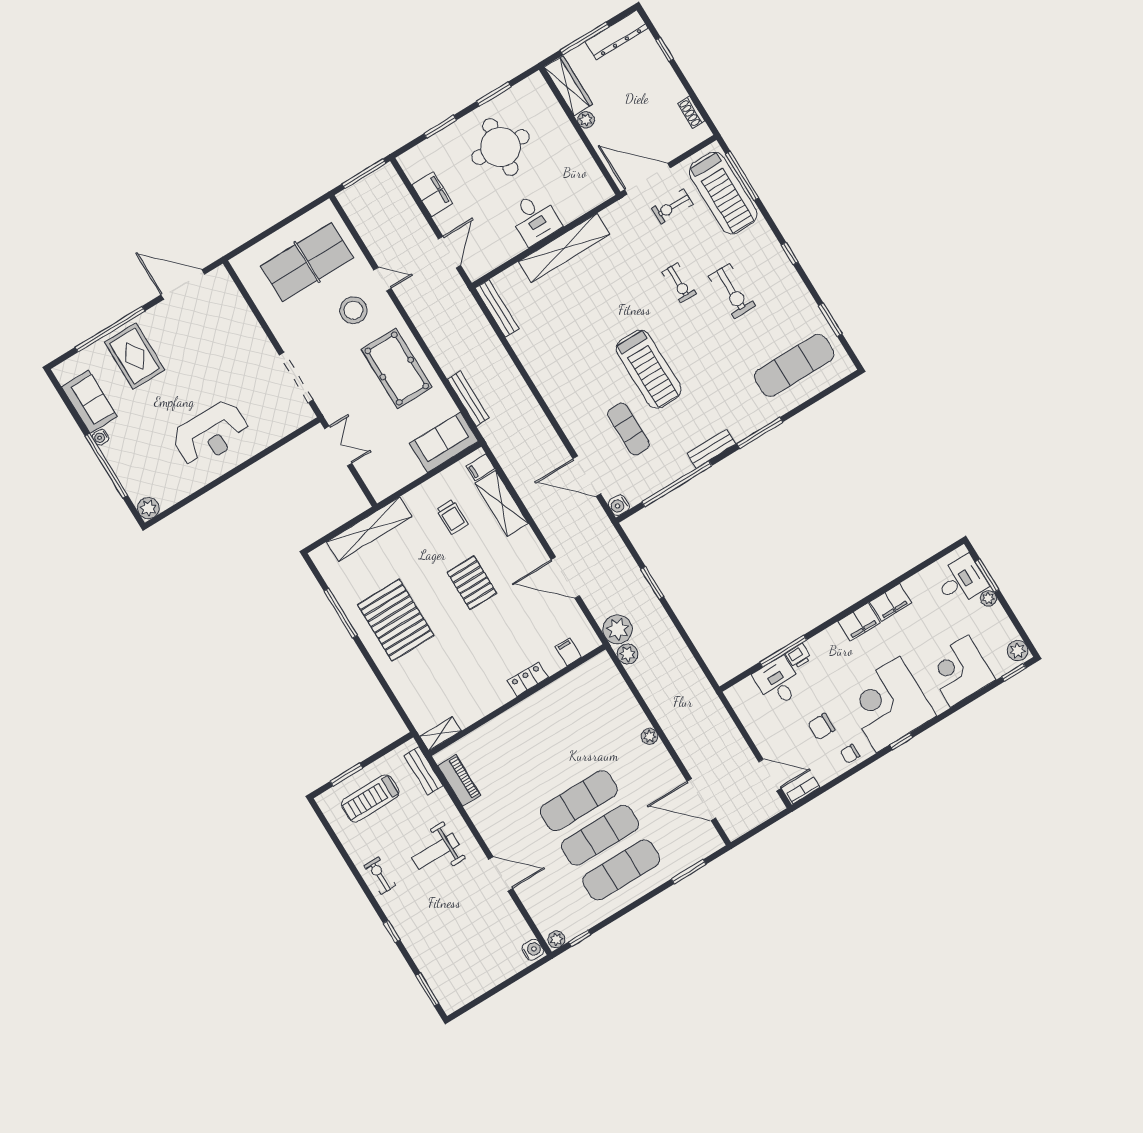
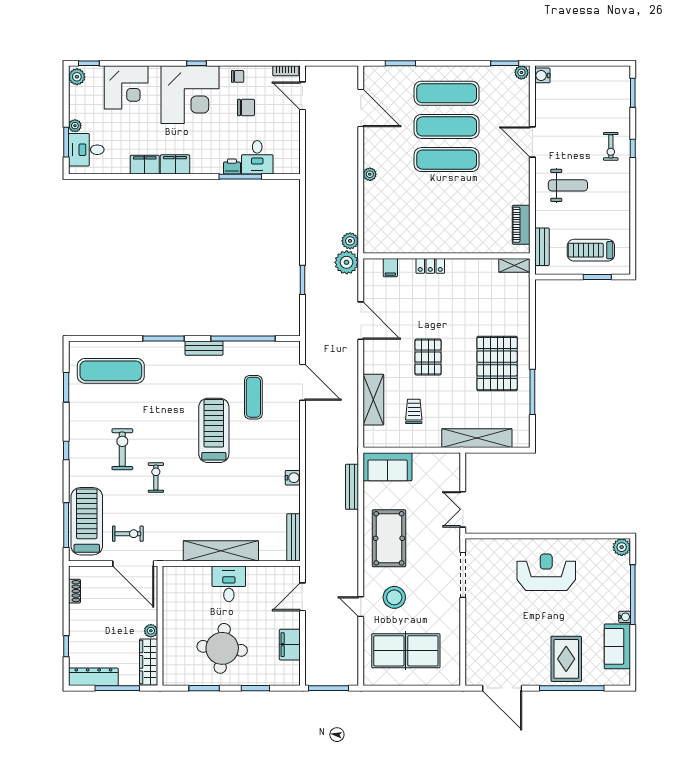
filing cabinet: (480, 467) -> (373, 434), removed
water cooler: (619, 505) -> (293, 478), moved
treadmill: (370, 798) -> (591, 250), turned 180
exercise bike: (380, 876) -> (611, 146), moved
window: (580, 938) -> (505, 63), width x1.50

